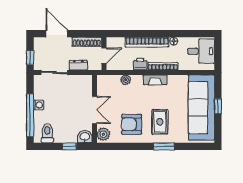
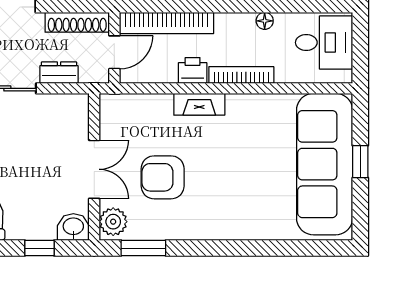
bookcase: (147, 42) -> (167, 23), moved
plant: (126, 80) -> (161, 104), removed
fireplace: (155, 80) -> (199, 104), moved
rug: (160, 122) -> (235, 195), removed
armchair: (131, 124) -> (163, 177), moved
window: (164, 146) -> (143, 248), moved

